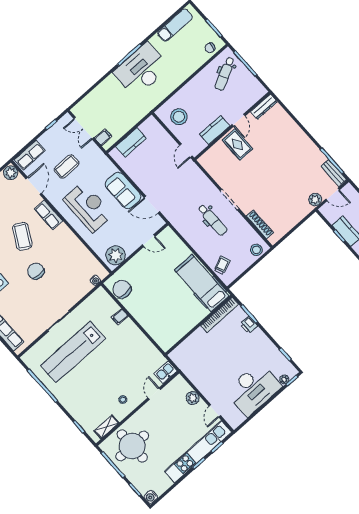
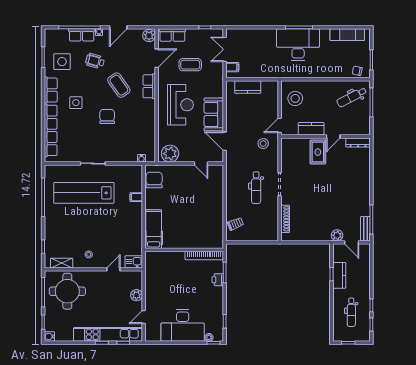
coffee table: (22, 236) -> (119, 85), turned -64
stool: (256, 250) -> (263, 144), moved
hospital bed: (202, 283) -> (154, 229), moved, width x0.73, depth x0.78

